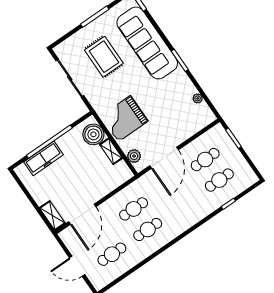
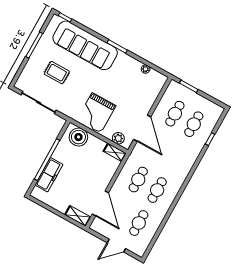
rug: (104, 57) -> (57, 73), width x0.73, depth x0.70
shelving: (111, 151) -> (115, 152), moved

